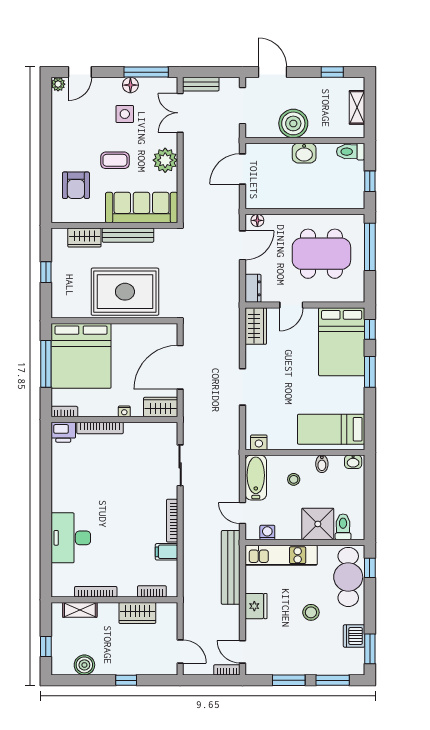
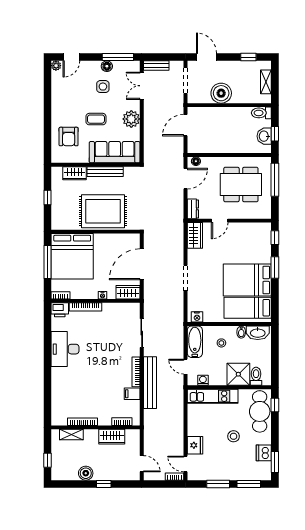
washbasin: (304, 153) -> (264, 136), moved, turned 90
bed: (342, 342) -> (247, 280), moved, turned 90
washbasin: (353, 462) -> (258, 333), width x1.91, depth x1.45
desk: (71, 538) -> (65, 349), moved
bench: (231, 567) -> (150, 383), moved
fridge: (256, 606) -> (195, 445), moved
boiler: (84, 665) -> (86, 473), moved

